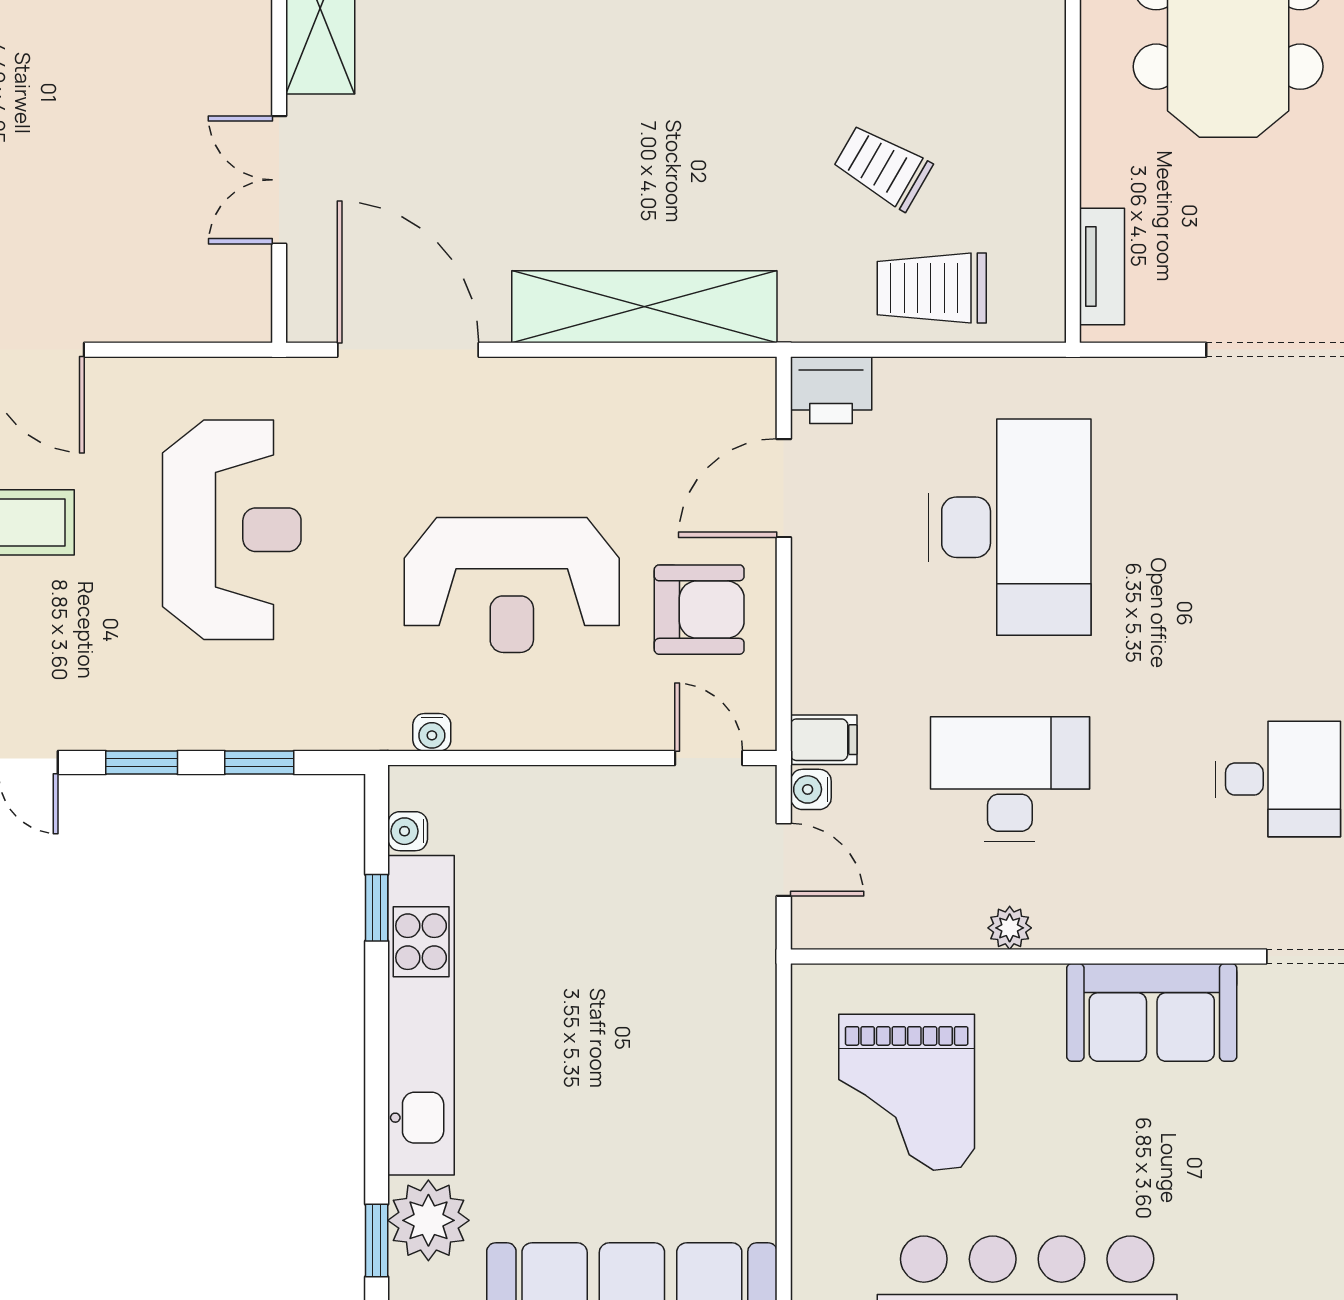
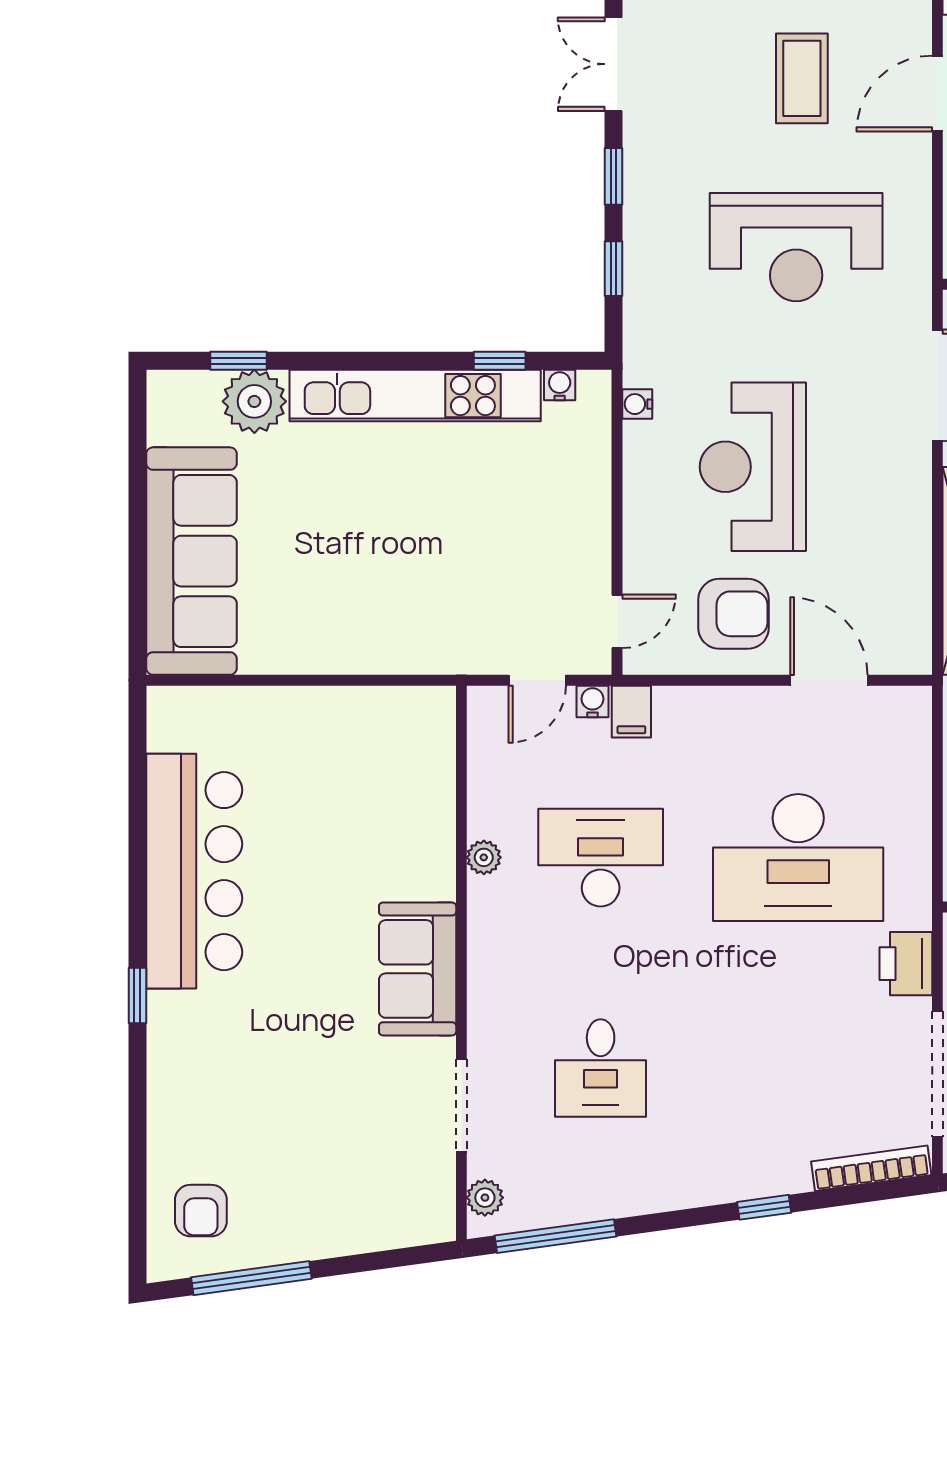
printer: (831, 390) -> (906, 964), moved
armchair: (699, 610) -> (734, 614), turned -90
desk: (1010, 779) -> (601, 858), turned -90
grand piano: (907, 1092) -> (355, 777), removed

